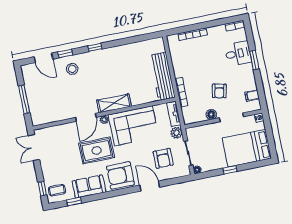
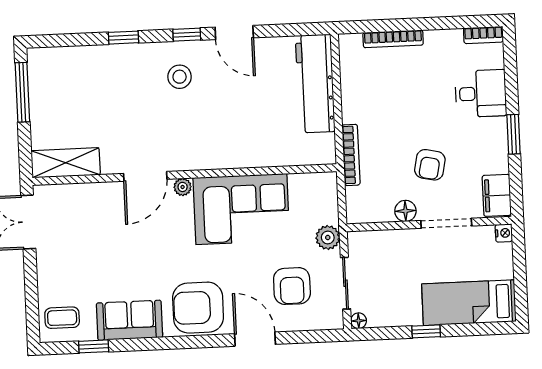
door: (43, 58) -> (234, 33), moved
window: (254, 60) -> (513, 134), moved
stool: (72, 69) -> (180, 77), moved
workbench: (162, 76) -> (315, 84), moved
filing cabinet: (252, 96) -> (497, 195), width x2.00
window: (24, 99) -> (22, 92), moved
shelving: (114, 103) -> (66, 163), moved
tv unit: (174, 114) -> (328, 197), removed
bed: (247, 148) -> (469, 303), width x0.67
rug: (97, 150) -> (157, 248), removed
window: (42, 189) -> (32, 309), removed

